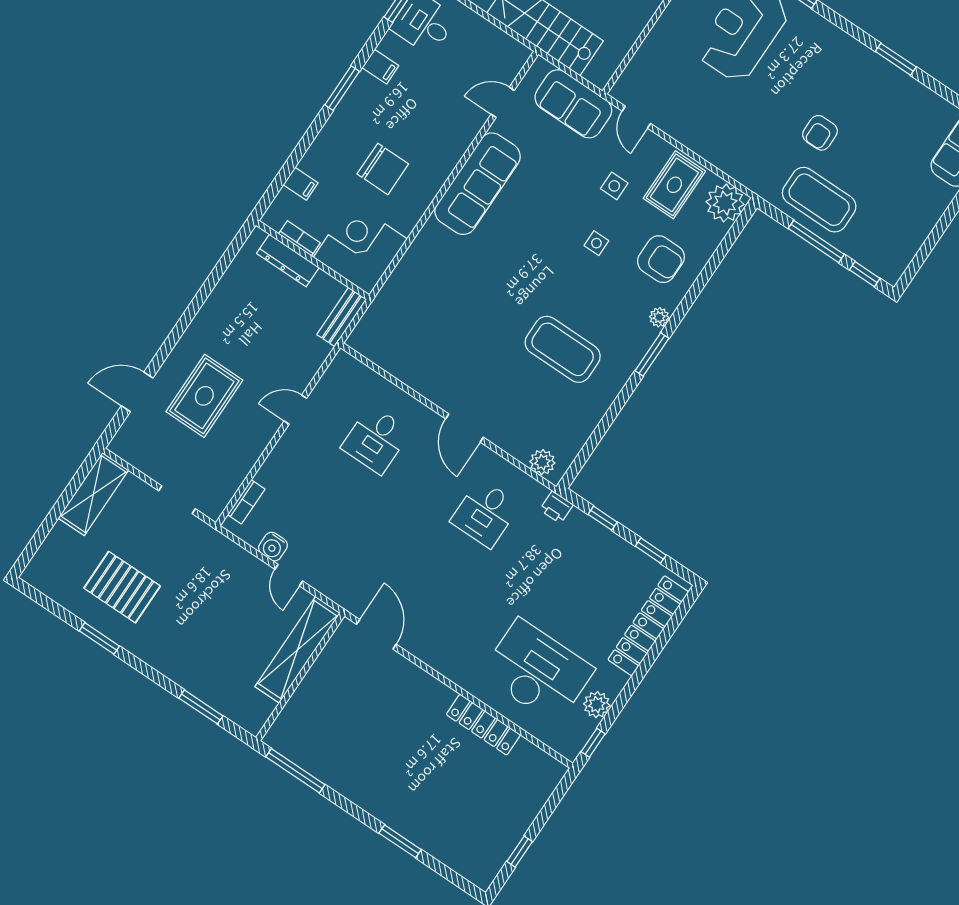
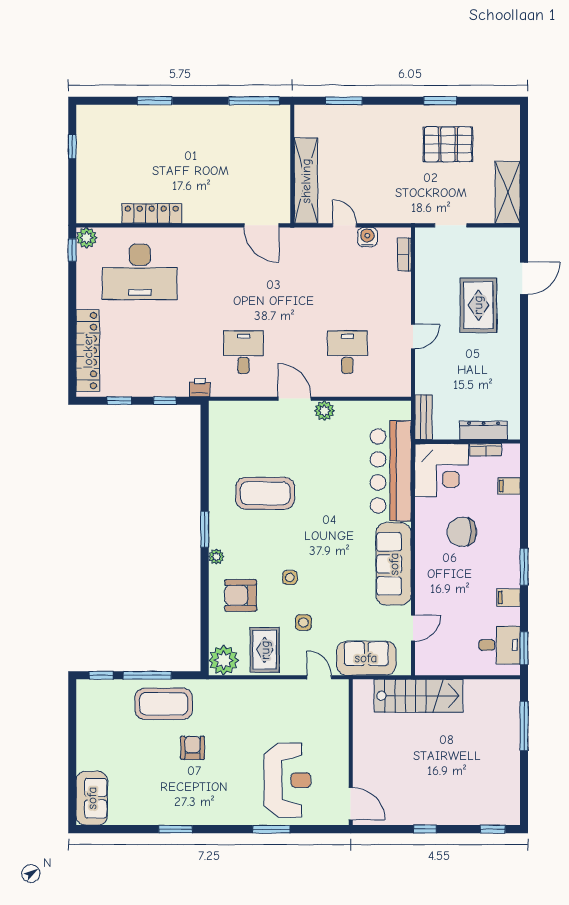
bar counter: (415, 284) -> (391, 471), added
plant: (542, 462) -> (324, 411), moved
plant: (597, 705) -> (87, 238), moved

